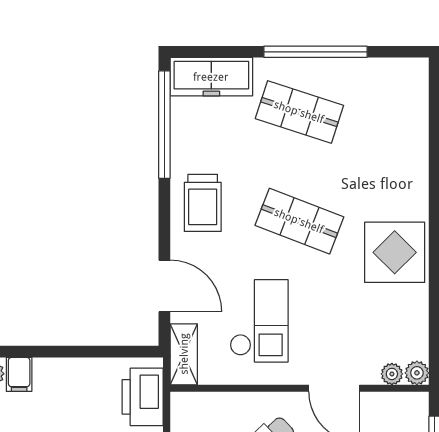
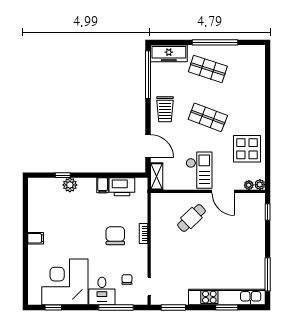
display table: (395, 252) -> (247, 149), moved
checkout: (259, 321) -> (199, 170), moved
filing cabinet: (19, 374) -> (103, 185), moved
printer: (143, 397) -> (122, 187), moved, turned -90

